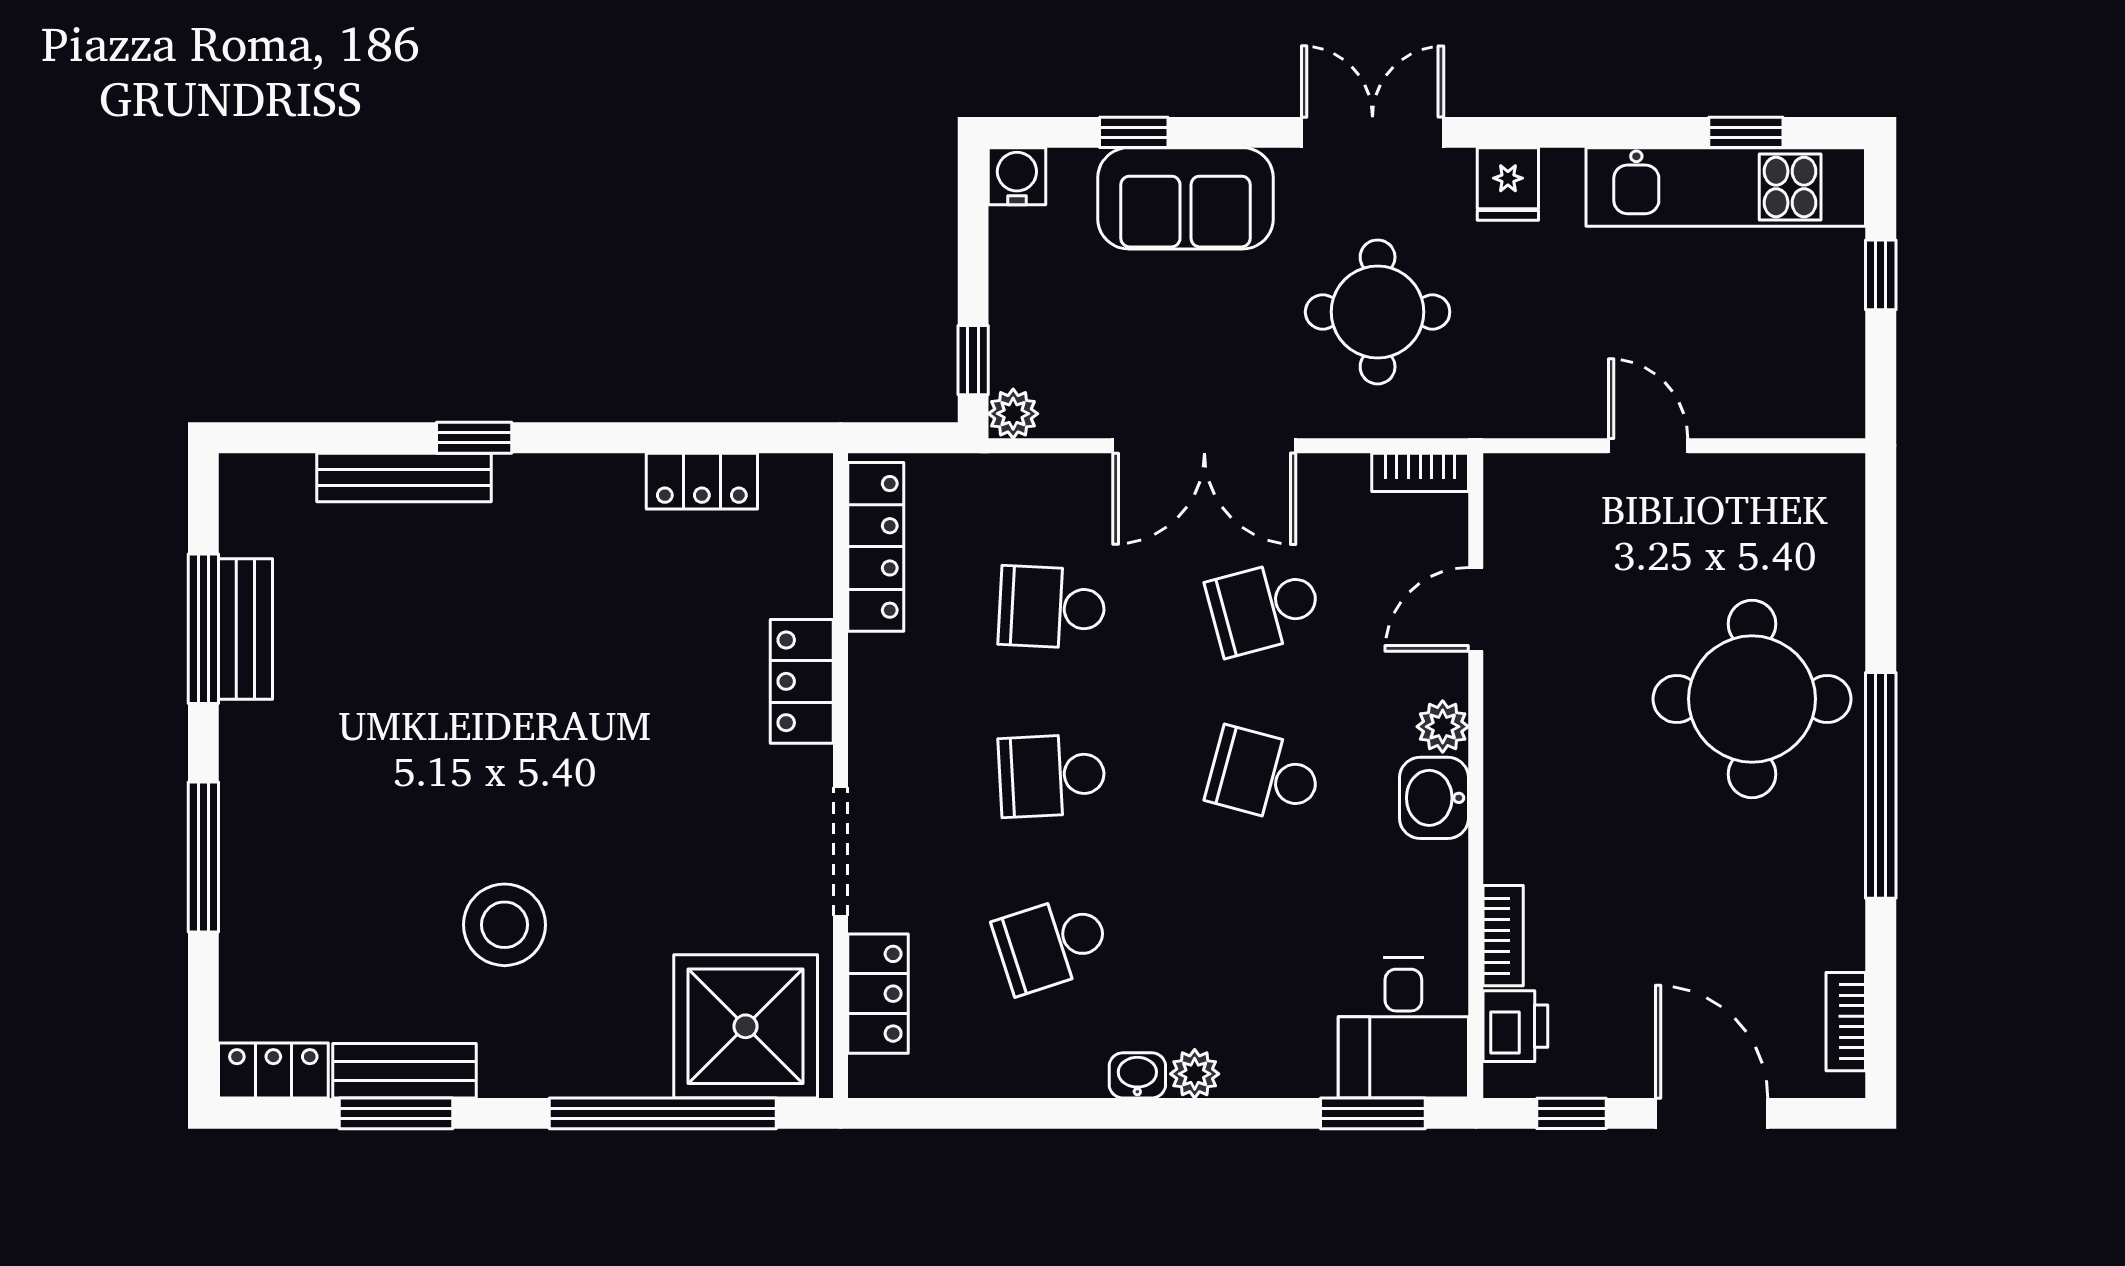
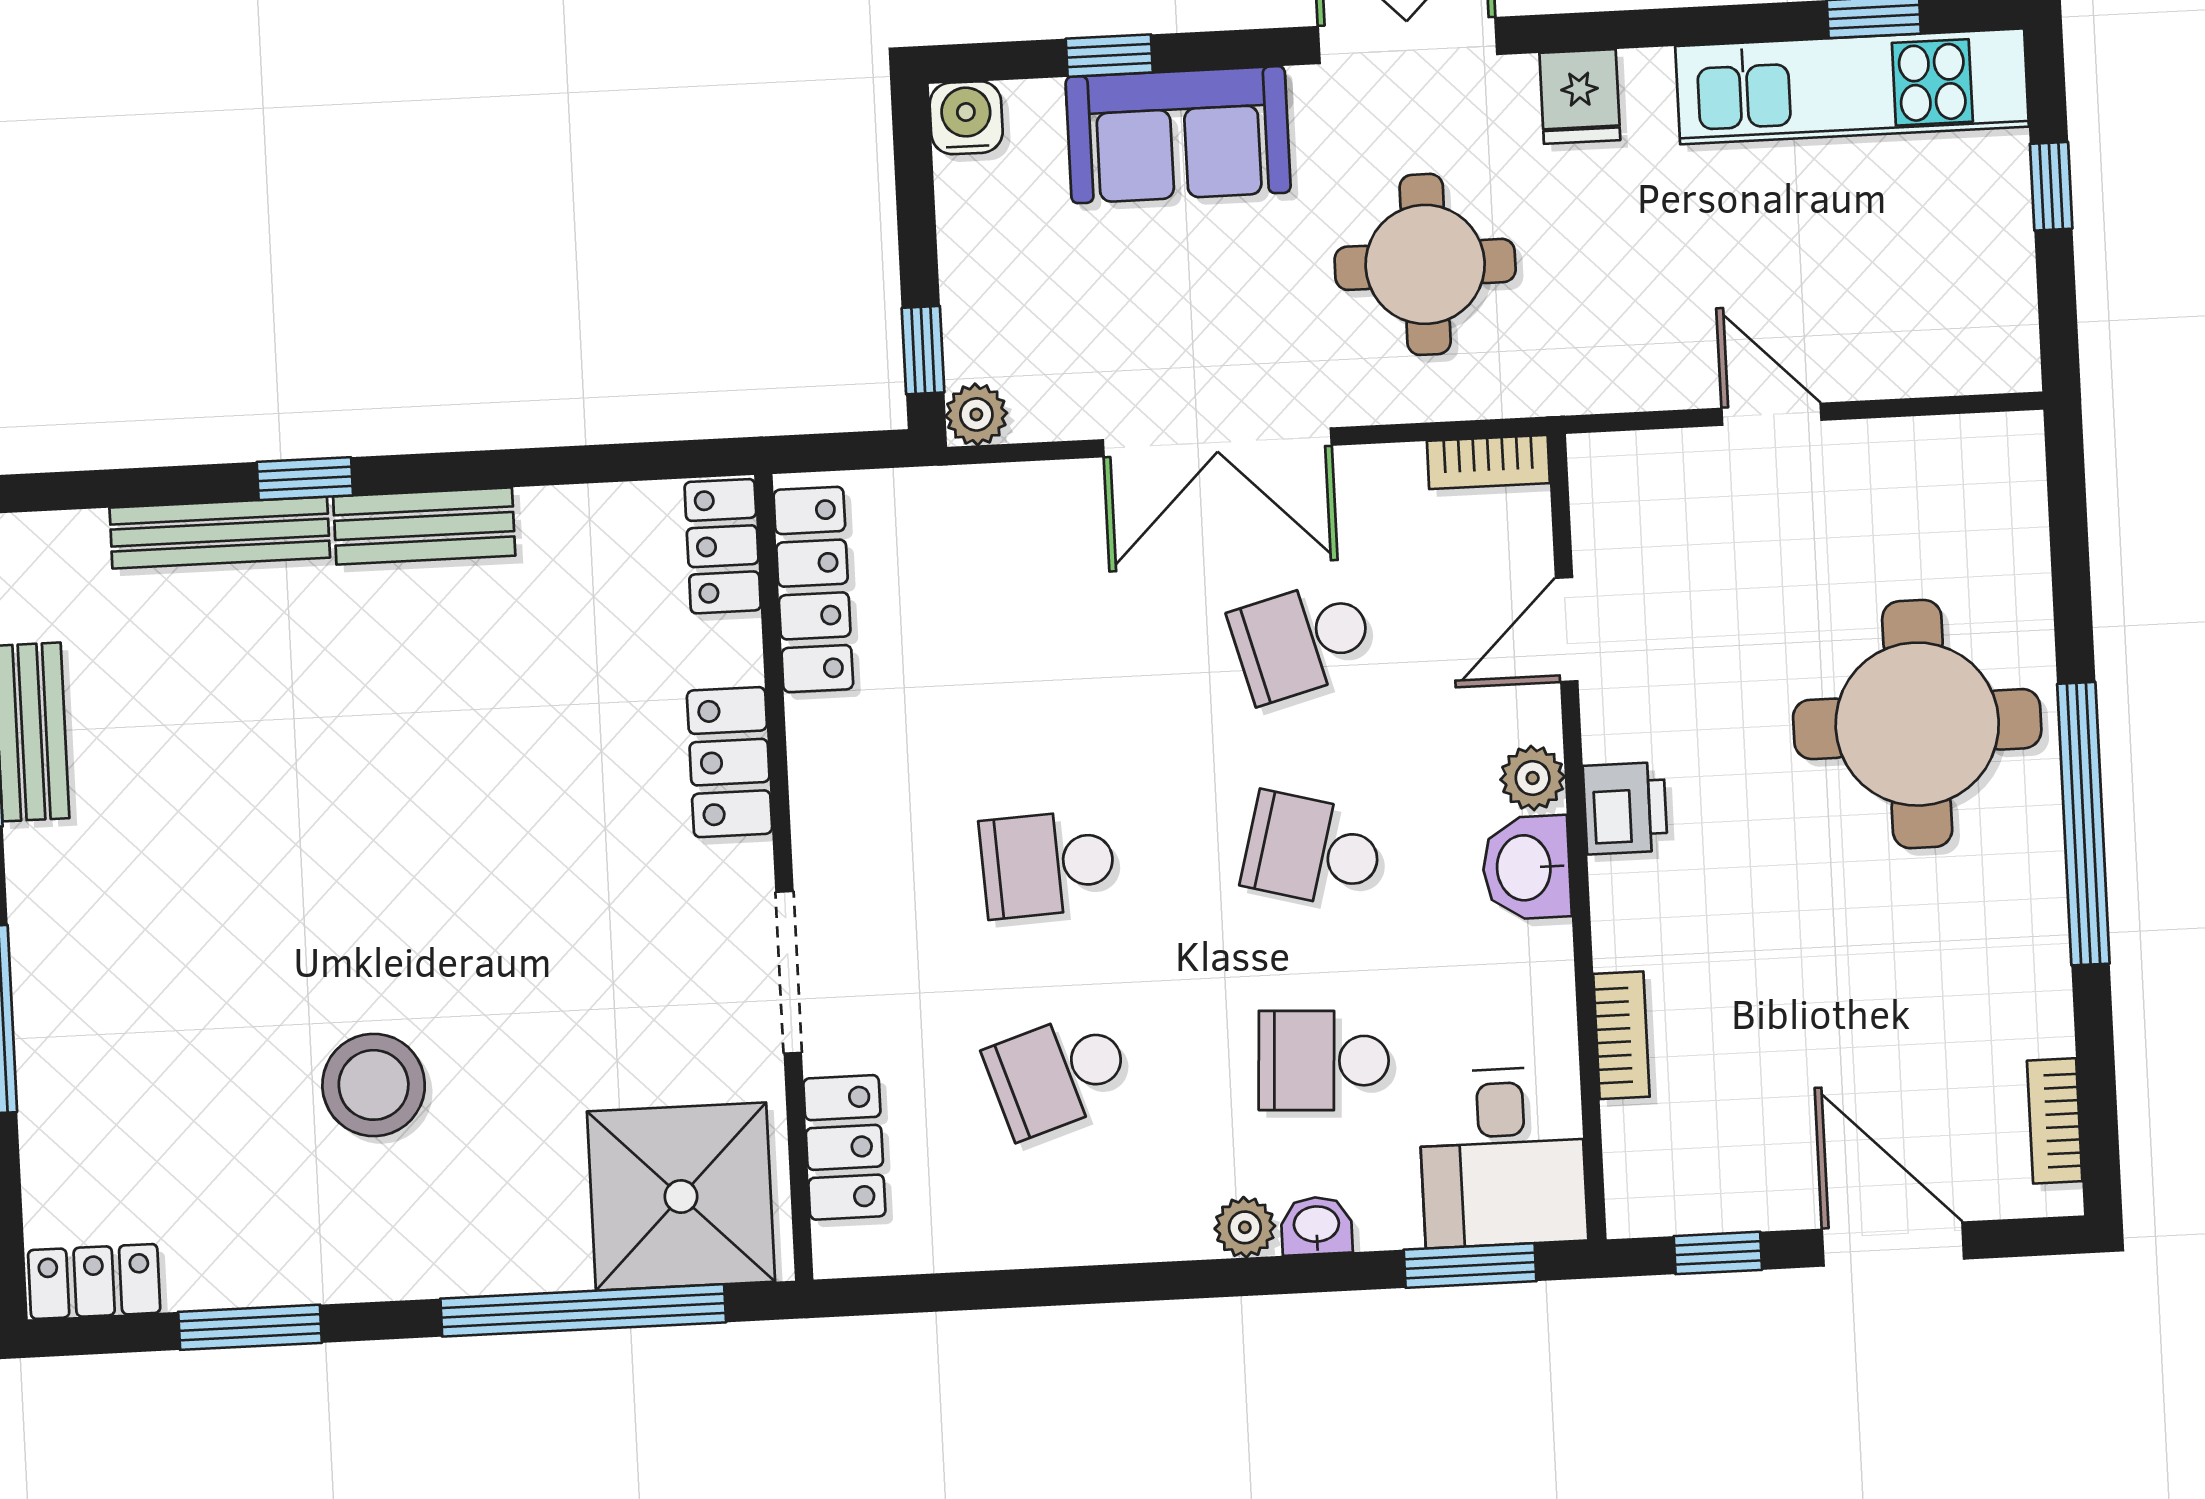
locker: (702, 481) -> (723, 546), moved, turned 90
school desk: (1052, 607) -> (1324, 1061), moved
printer: (1515, 1026) -> (1625, 808), moved
bench: (405, 1071) -> (424, 526), moved
washbasin: (1137, 1075) -> (1316, 1226), moved

